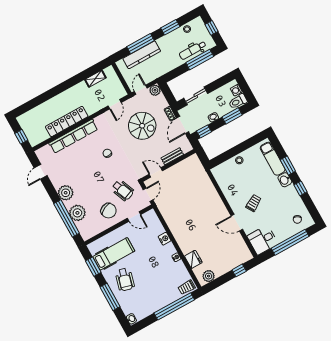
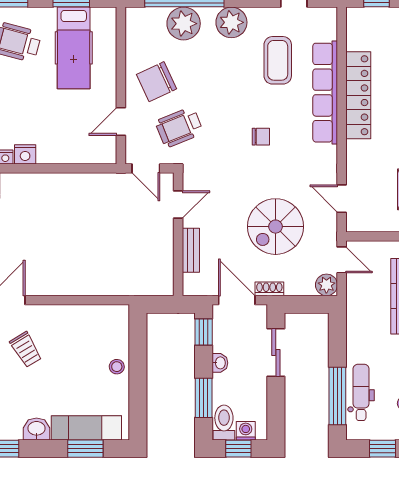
window: (246, 89) -> (238, 449), added
coffee table: (71, 164) -> (278, 60), added
window: (288, 165) -> (85, 449), moved
nightstand: (165, 239) -> (25, 154), moved

